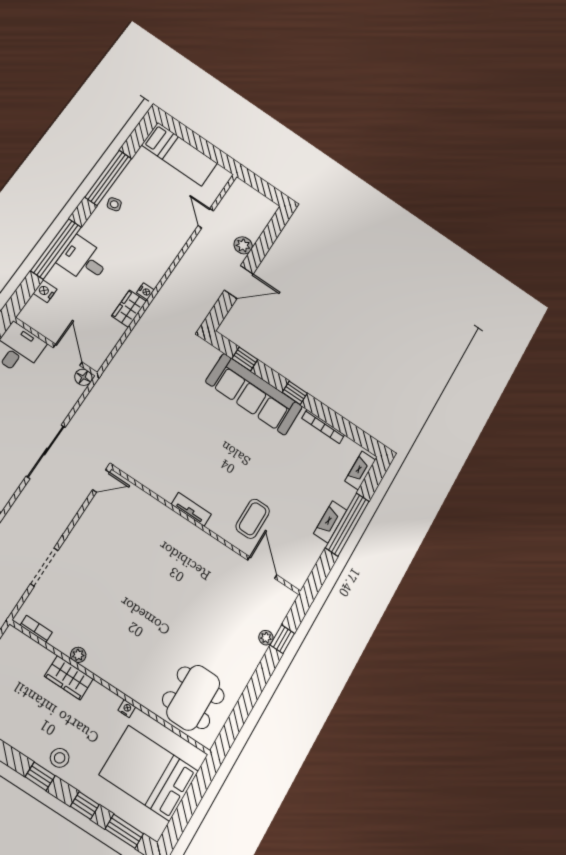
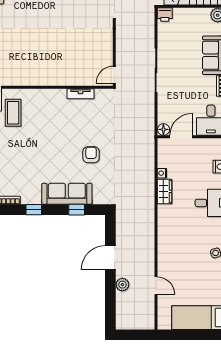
nightstand: (145, 291) -> (162, 173), moved
door: (68, 355) -> (181, 137), swing flipped
sofa: (254, 394) -> (67, 194), width x0.74, depth x0.79
armchair: (189, 408) -> (91, 155), added
tv unit: (191, 509) -> (80, 94), moved

